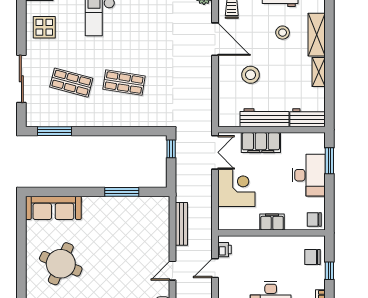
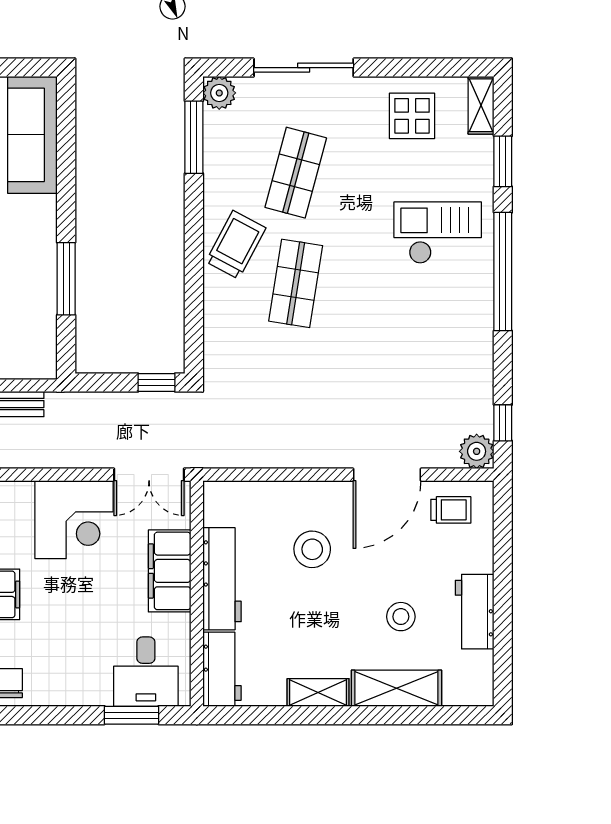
trolley: (106, 111) -> (236, 245), added
plant: (33, 119) -> (219, 93), added
desk: (309, 175) -> (146, 672), moved, width x0.73

